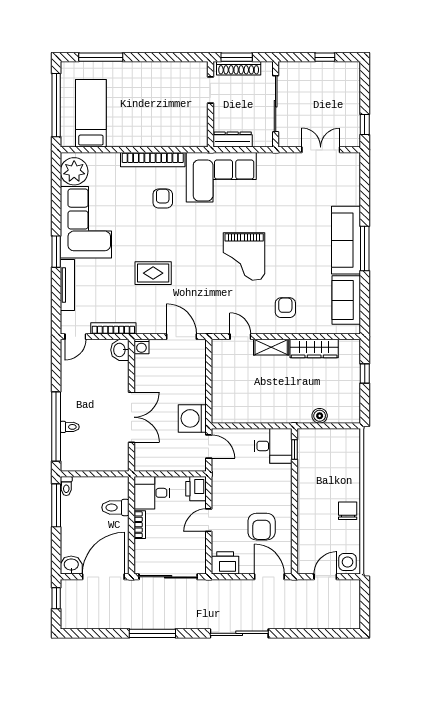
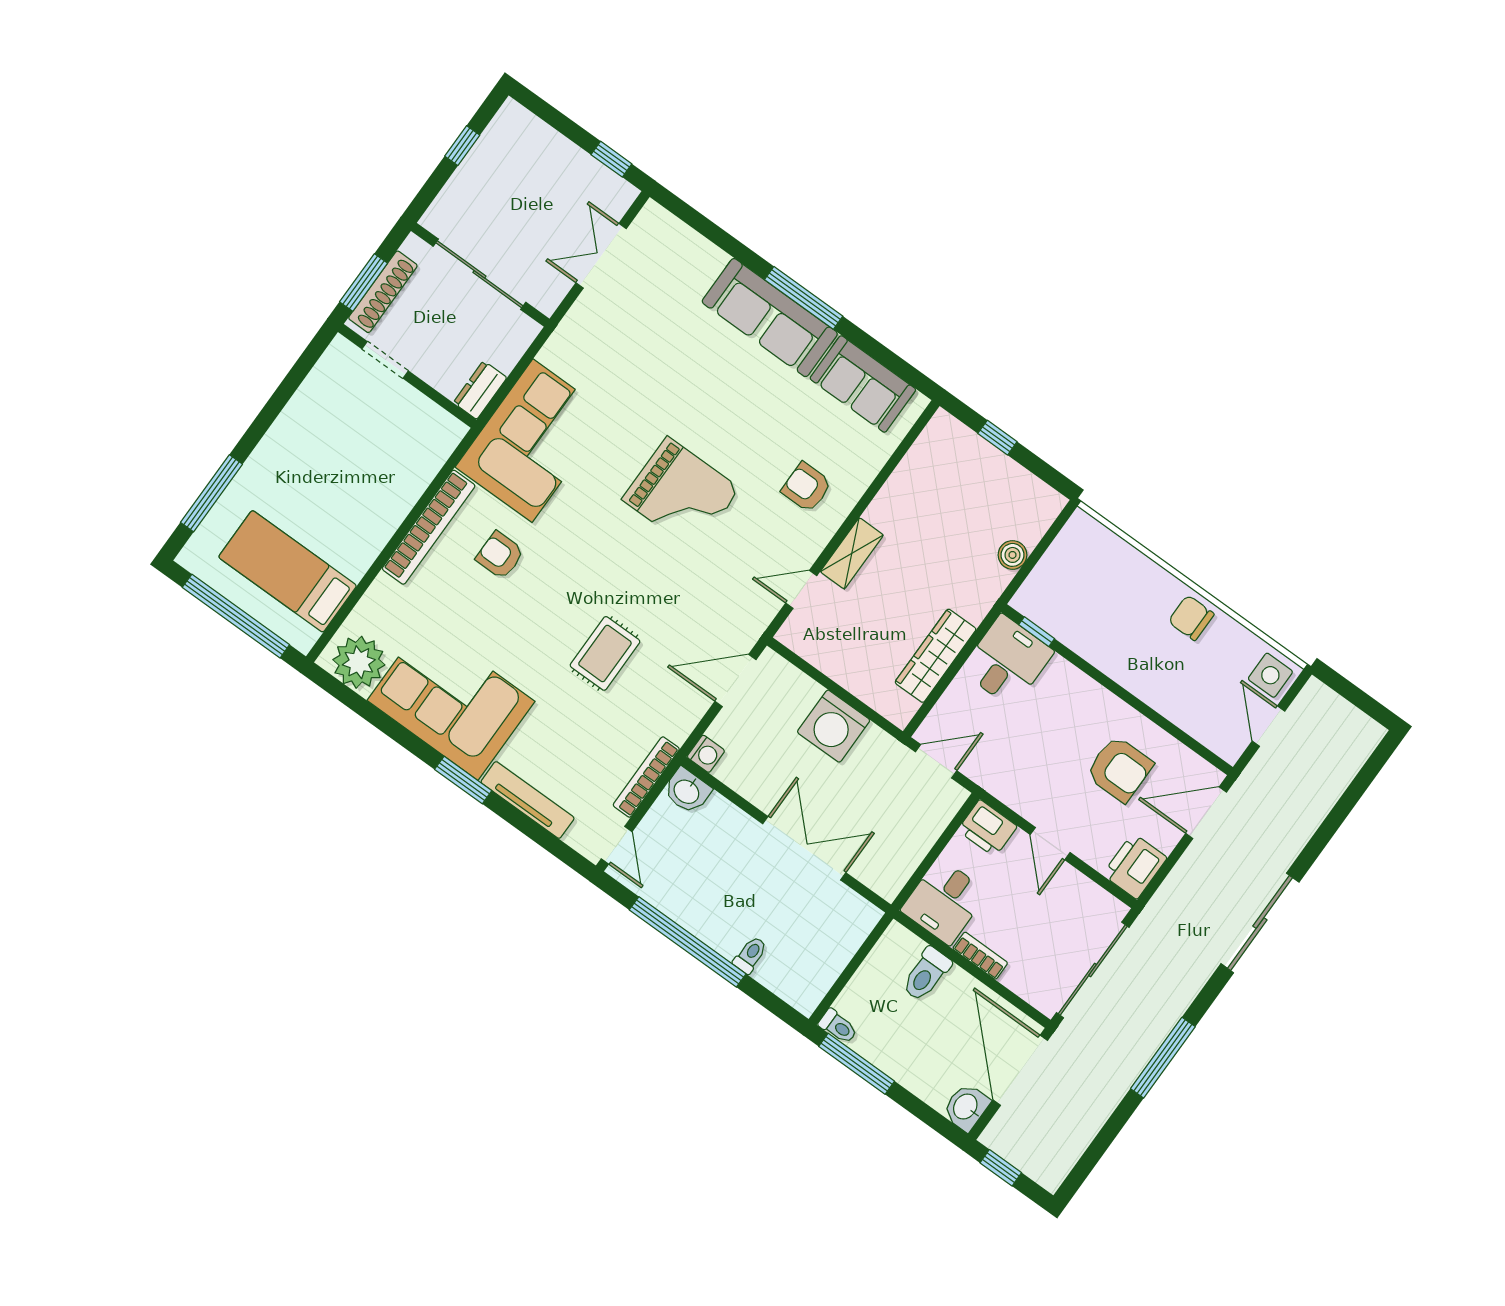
dresser: (233, 140) -> (480, 390), width x0.70
wardrobe: (314, 349) -> (936, 656), moved, turned 180
washing machine: (192, 418) -> (834, 726), moved
window: (56, 426) -> (688, 942), moved

